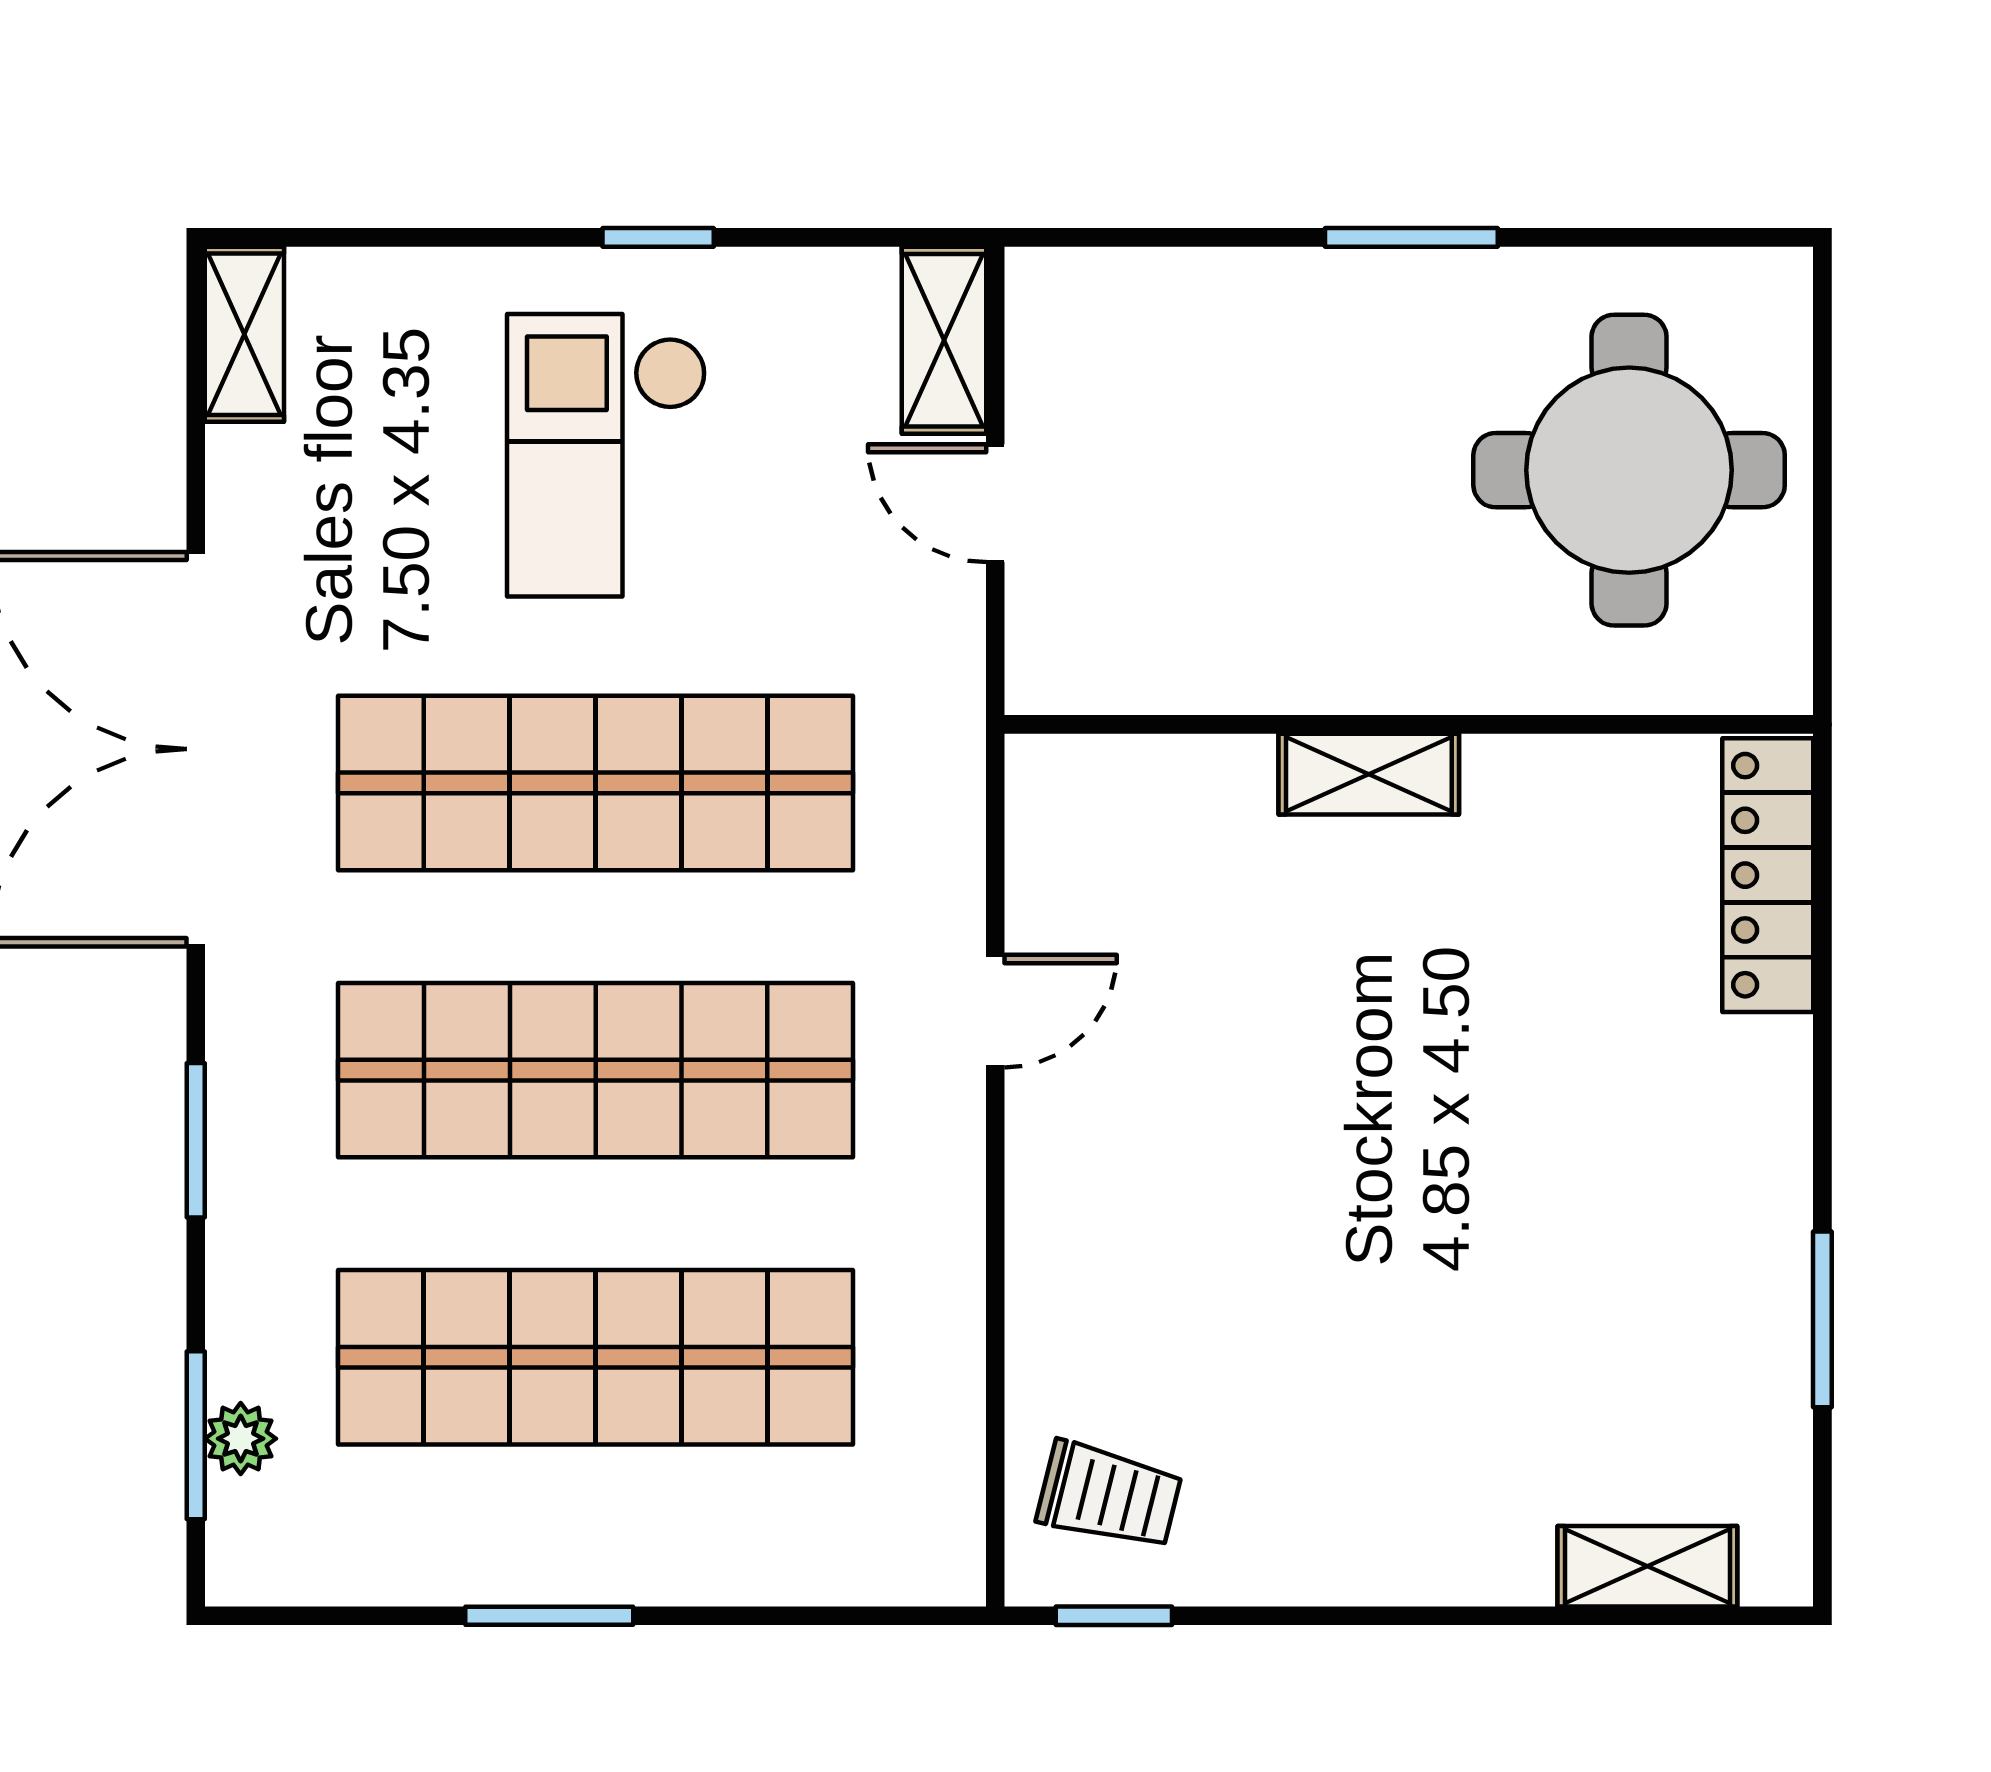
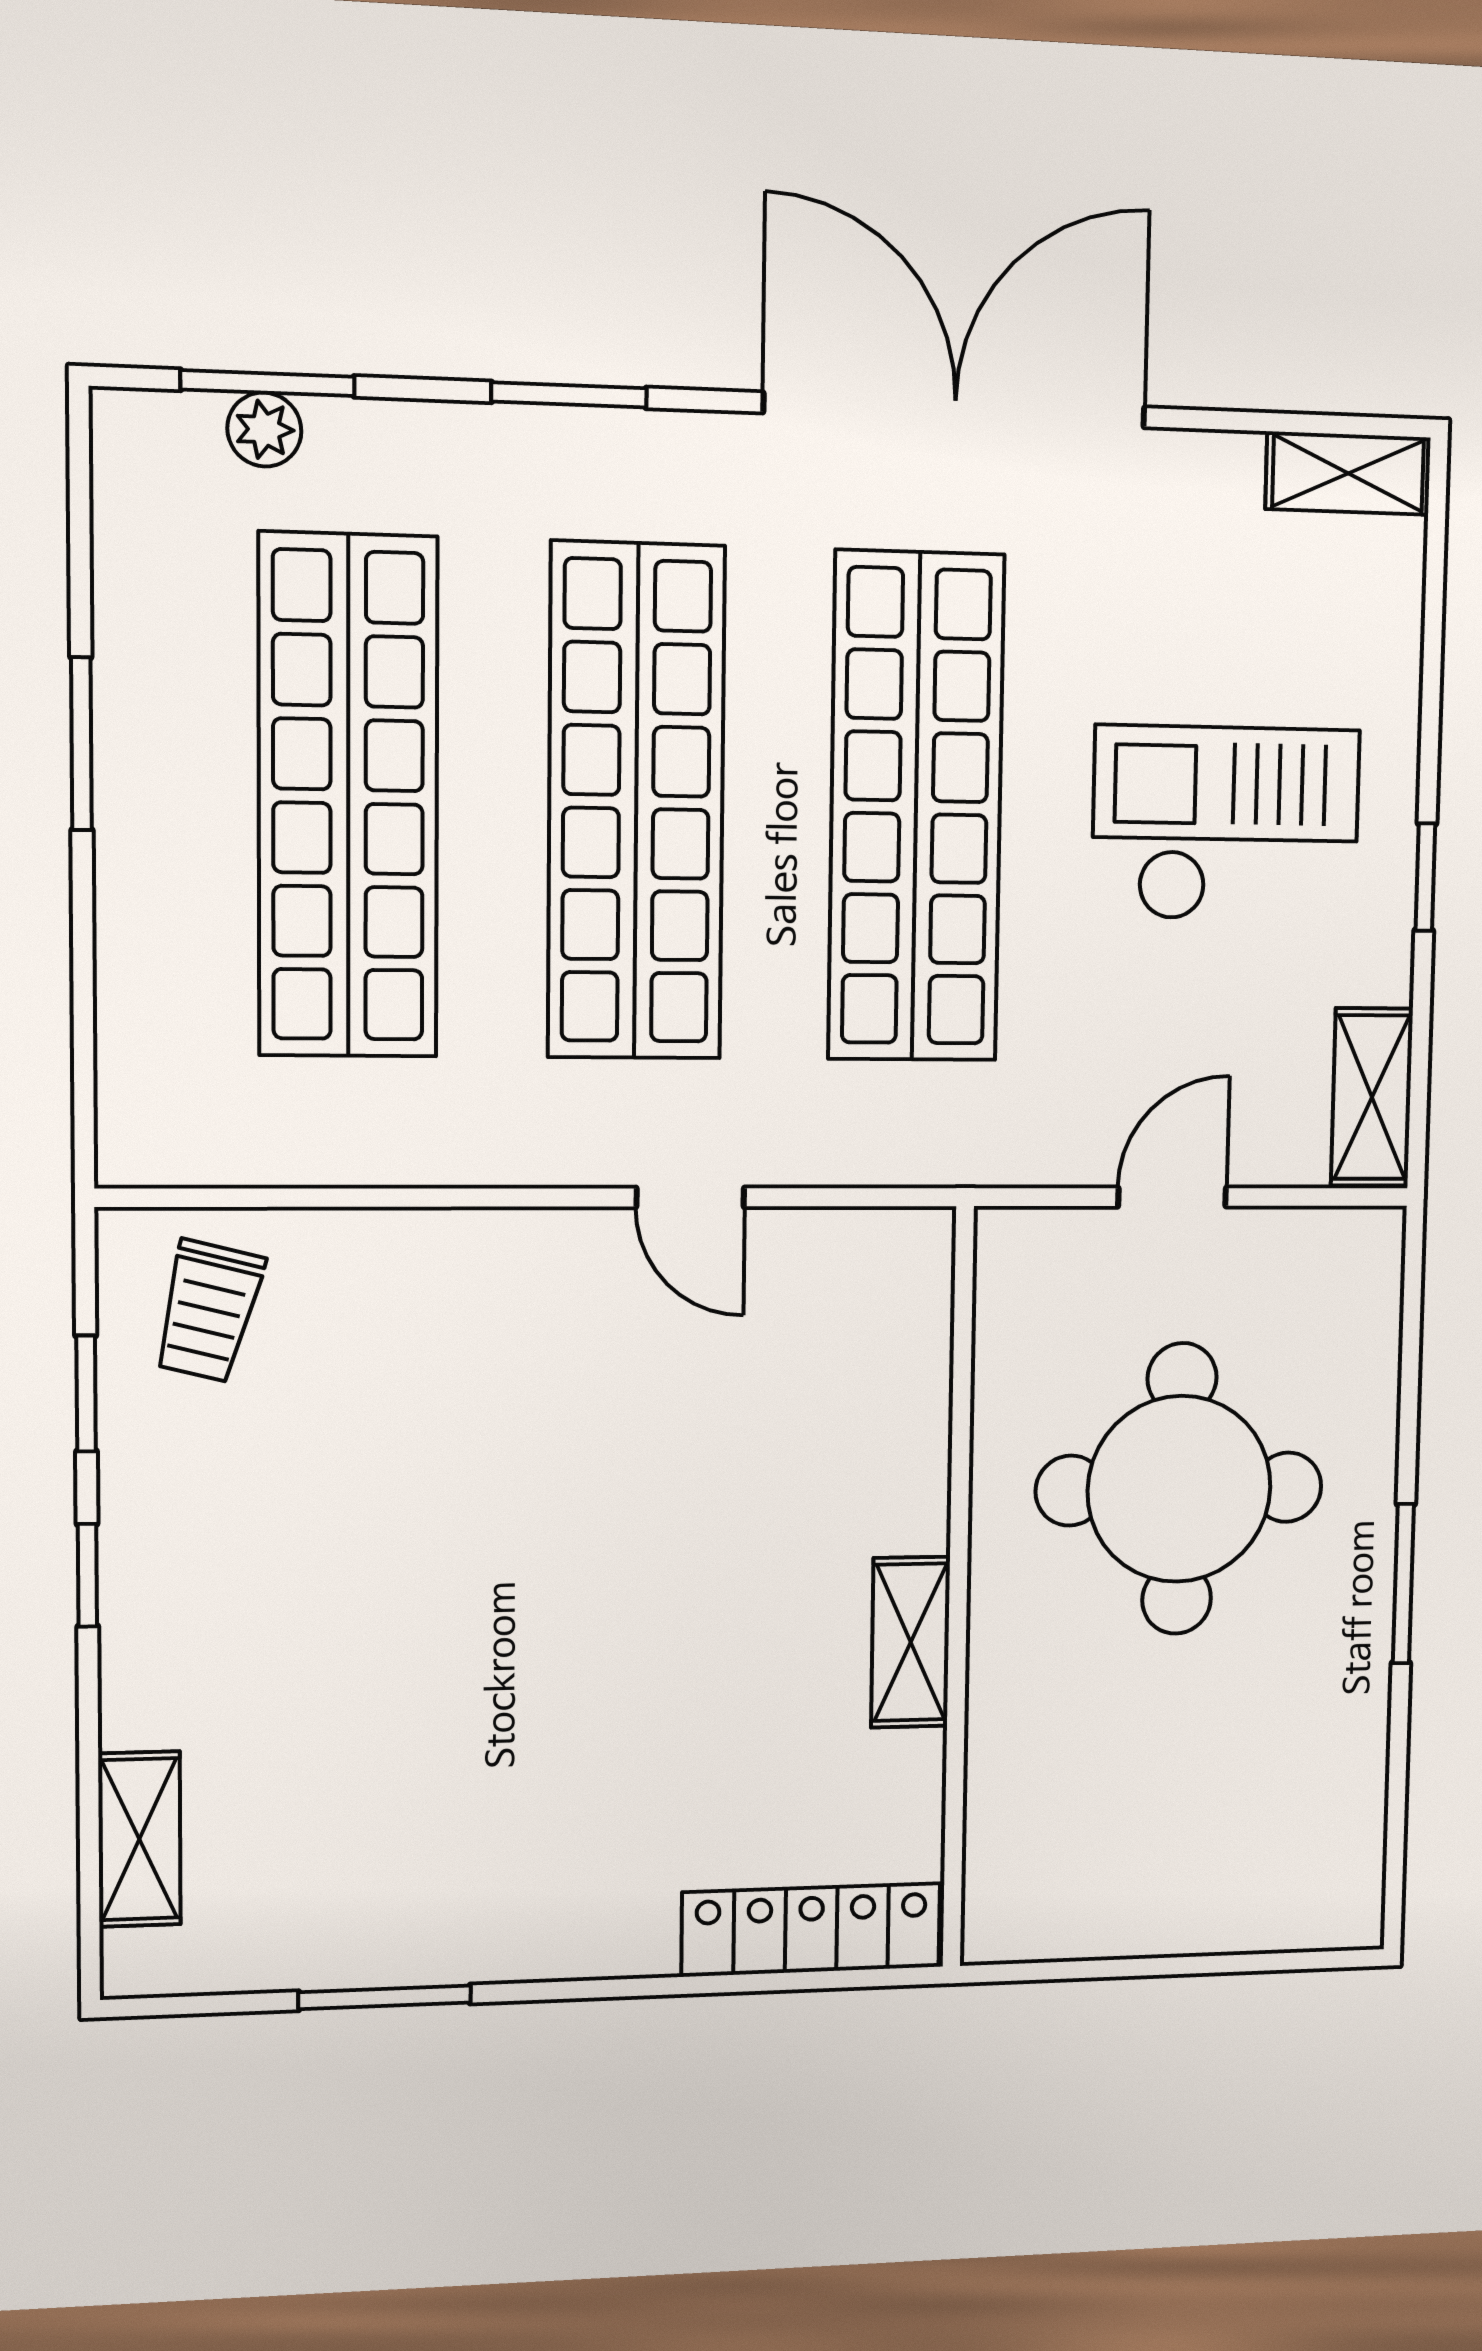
shelving: (944, 340) -> (1372, 1097), moved, turned 90
round table: (1629, 470) -> (1179, 1489), moved
shelving: (1369, 774) -> (911, 1642), moved
window: (1114, 1616) -> (86, 1394), moved
window: (1375, 1616) -> (87, 1575), added

